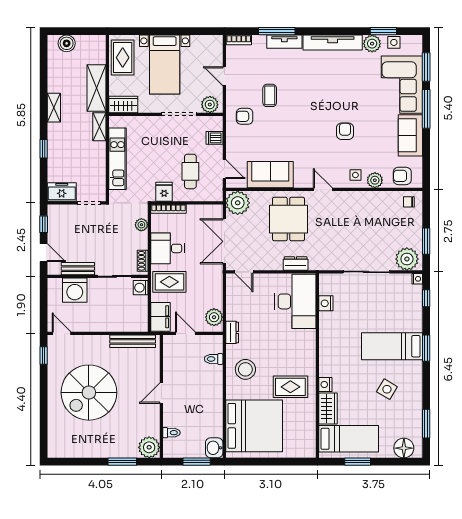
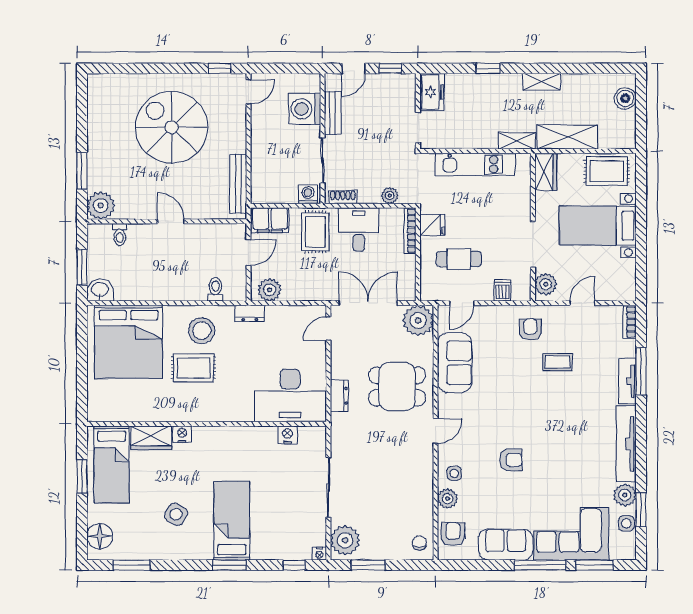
rug: (290, 387) -> (193, 368), moved, turned 90

